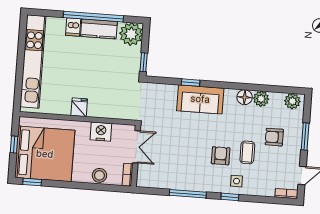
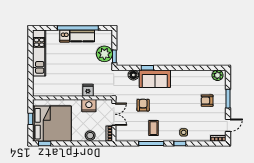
plant: (131, 34) -> (104, 54), moved
kitchen unit: (33, 61) -> (39, 53), width x0.73
floor lamp: (245, 97) -> (133, 75), moved
plant: (261, 99) -> (196, 75), removed
fridge: (79, 107) -> (88, 90), moved
coffee table: (247, 152) -> (153, 128), moved
armchair: (221, 156) -> (143, 105), moved

